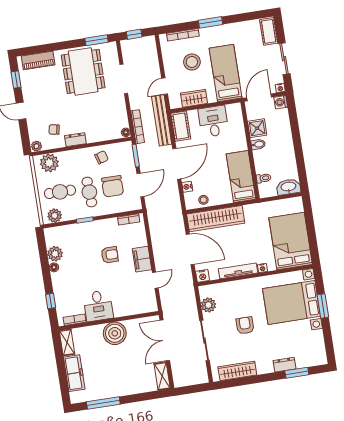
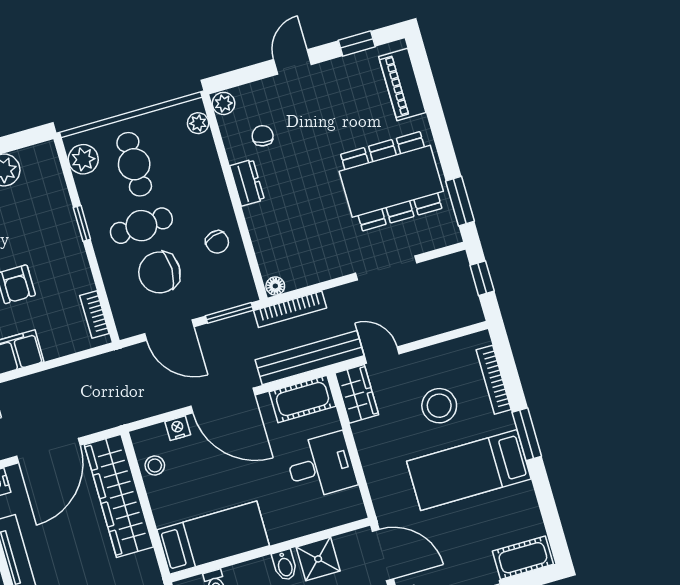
bed: (226, 73) -> (469, 470), moved, turned 180
wardrobe: (194, 98) -> (357, 394), moved
plant: (49, 163) -> (198, 123), width x0.53, depth x0.53

